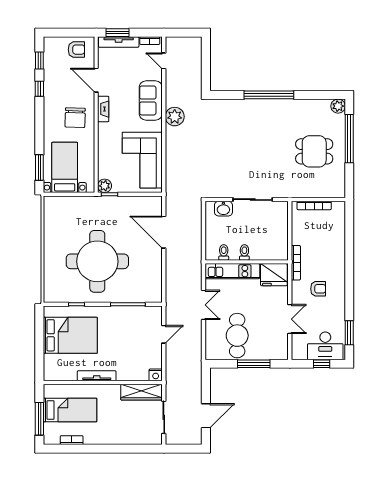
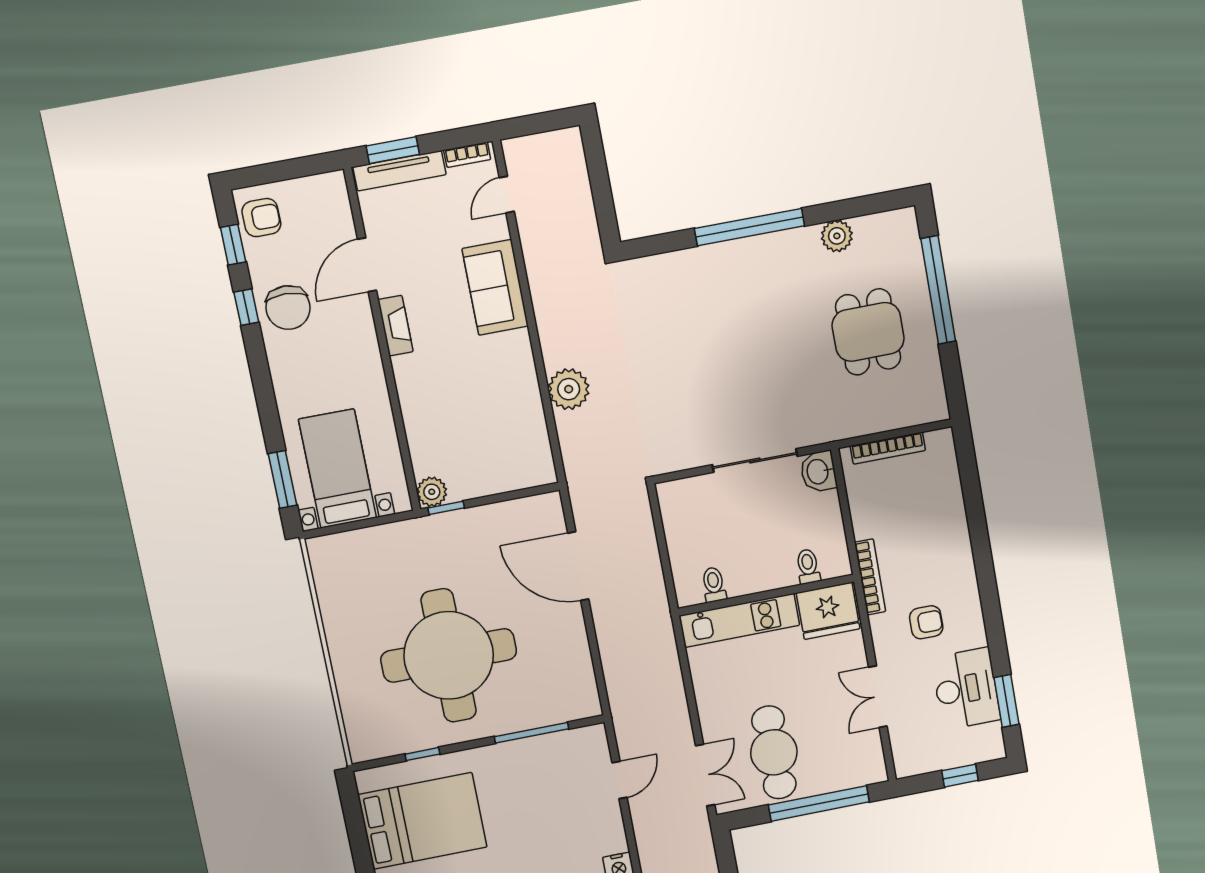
armchair: (76, 50) -> (261, 218), moved
door: (164, 61) -> (507, 195), hinge flipped
door: (96, 80) -> (367, 265), hinge flipped
plant: (338, 106) -> (837, 236), moved
plant: (175, 117) -> (569, 389), moved
chair: (75, 118) -> (288, 308), moved
dining table: (314, 151) -> (868, 332), turned 90
corner sofa: (142, 160) -> (502, 421), removed
washbasin: (223, 209) -> (818, 472), moved, turned 90
toilet: (244, 252) -> (808, 566), moved
double door: (204, 305) -> (705, 775), moved
double door: (290, 319) -> (878, 697), swing flipped
desk: (325, 346) -> (966, 689), moved, turned -90
window: (254, 364) -> (819, 803), width x1.46

